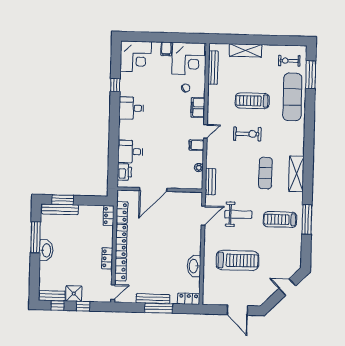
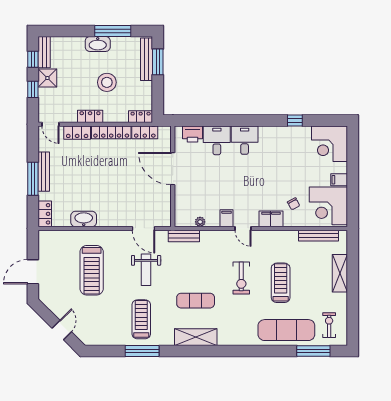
desk: (131, 108) -> (245, 140), moved
stool: (79, 243) -> (107, 82), added

